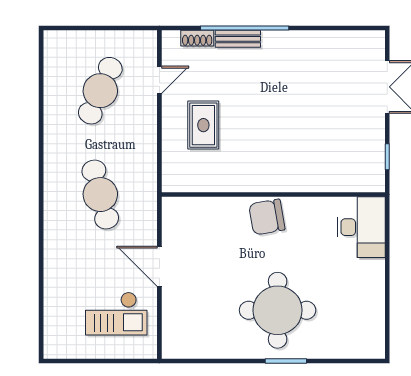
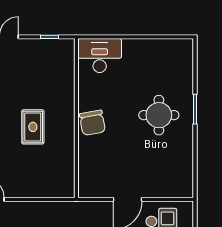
rug: (203, 125) -> (33, 127), moved, turned 90
round table: (278, 310) -> (159, 115), width x0.73, depth x0.73

